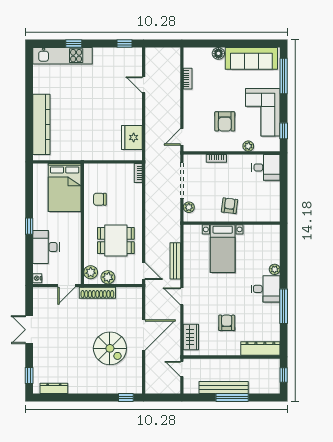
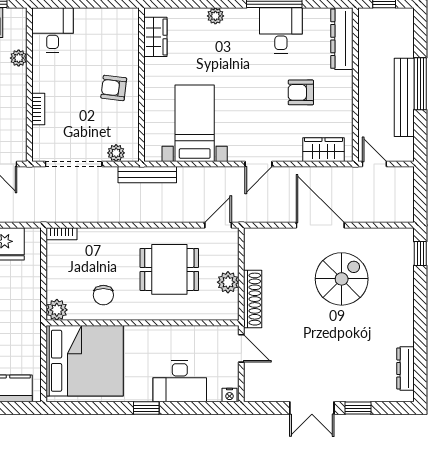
bed: (65, 187) -> (85, 361), width x1.36
wardrobe: (261, 232) -> (155, 37), added
dining table: (116, 241) -> (169, 269), turned 90
bed with nightstands: (223, 249) -> (195, 123), moved, turned -90
bench: (175, 261) -> (147, 175), moved
plant: (91, 272) -> (57, 310), moved
desk: (266, 289) -> (281, 30), moved
door: (182, 369) -> (374, 164), swing flipped
window: (29, 376) -> (358, 408), moved

